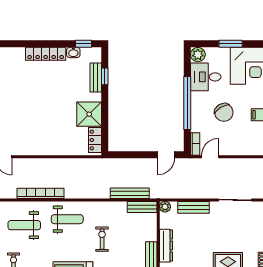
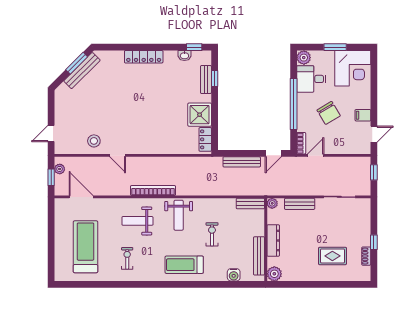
locker: (46, 54) -> (144, 57), moved
bench: (130, 193) -> (242, 162), moved
weight bench: (67, 219) -> (179, 215), turned 90

